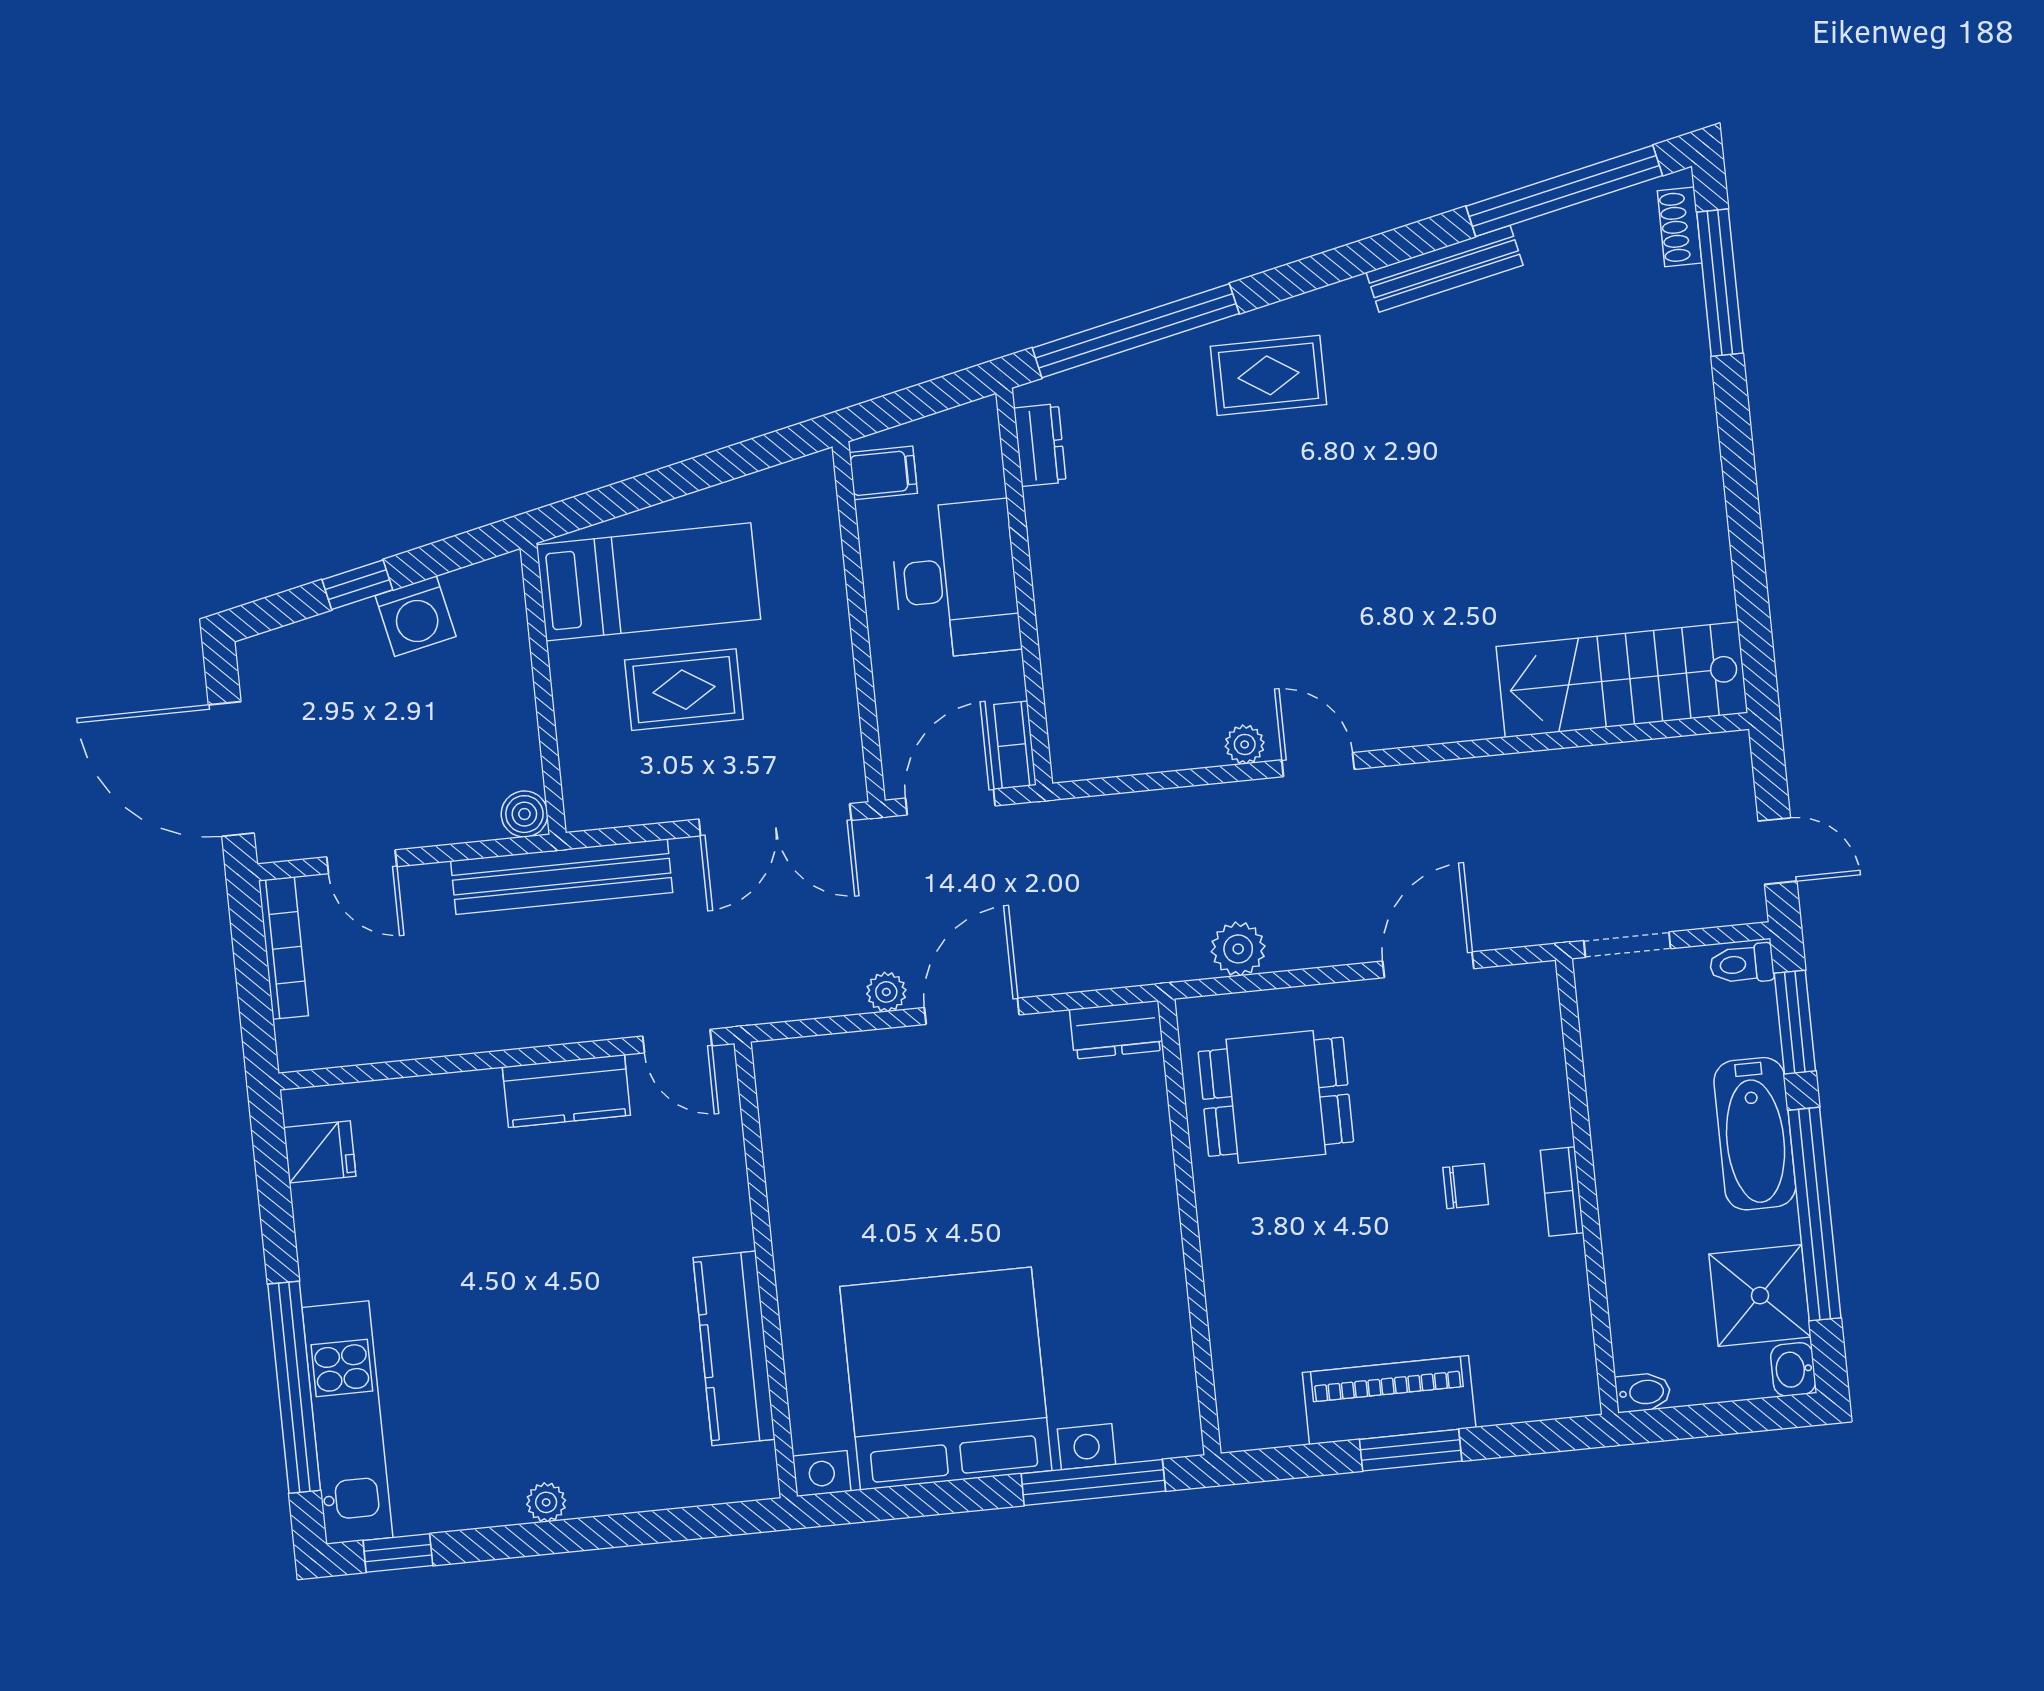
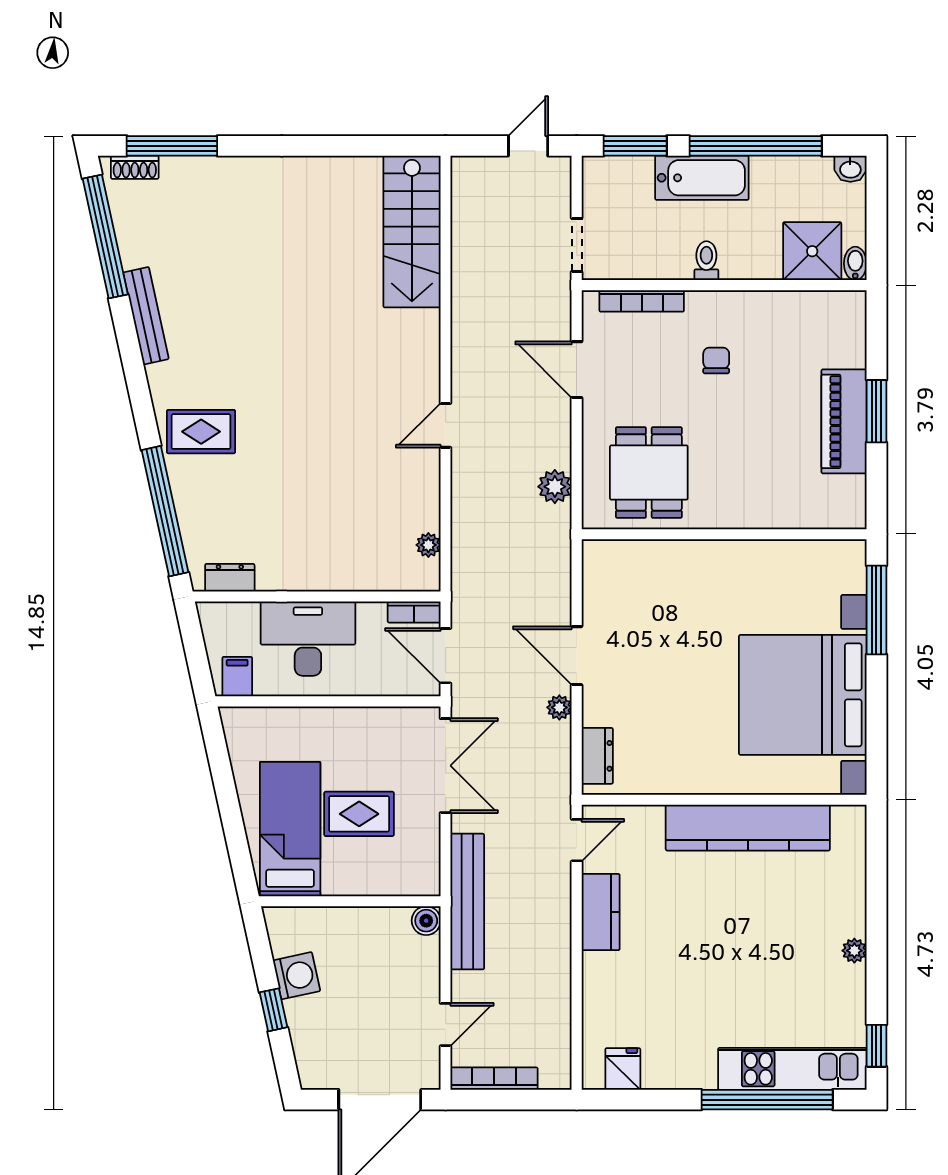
rug: (1269, 375) -> (201, 432), turned 90
rug: (684, 690) -> (359, 814), turned 90
plant: (1245, 744) -> (428, 545), moved
toilet: (1742, 964) -> (706, 261), moved, turned 180
dresser: (1116, 1030) -> (597, 756), moved
bookcase: (1562, 1192) -> (642, 301), moved, width x1.56
shower: (1760, 1296) -> (812, 251), moved
kitchen counter: (734, 1348) -> (748, 828), width x1.39, depth x1.17

